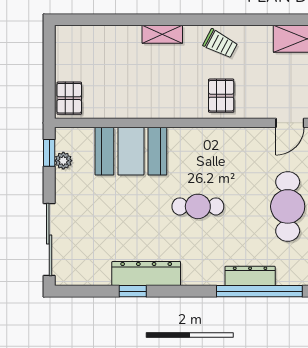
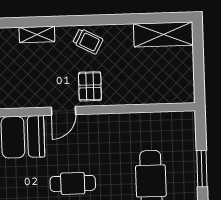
door: (290, 123) -> (63, 111), moved

